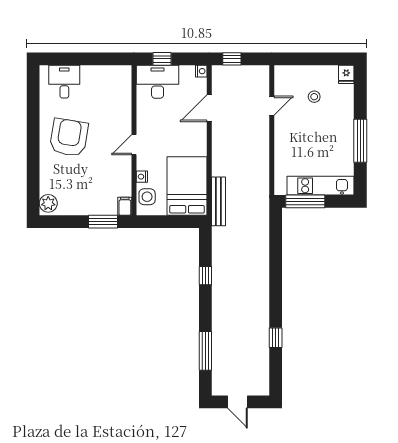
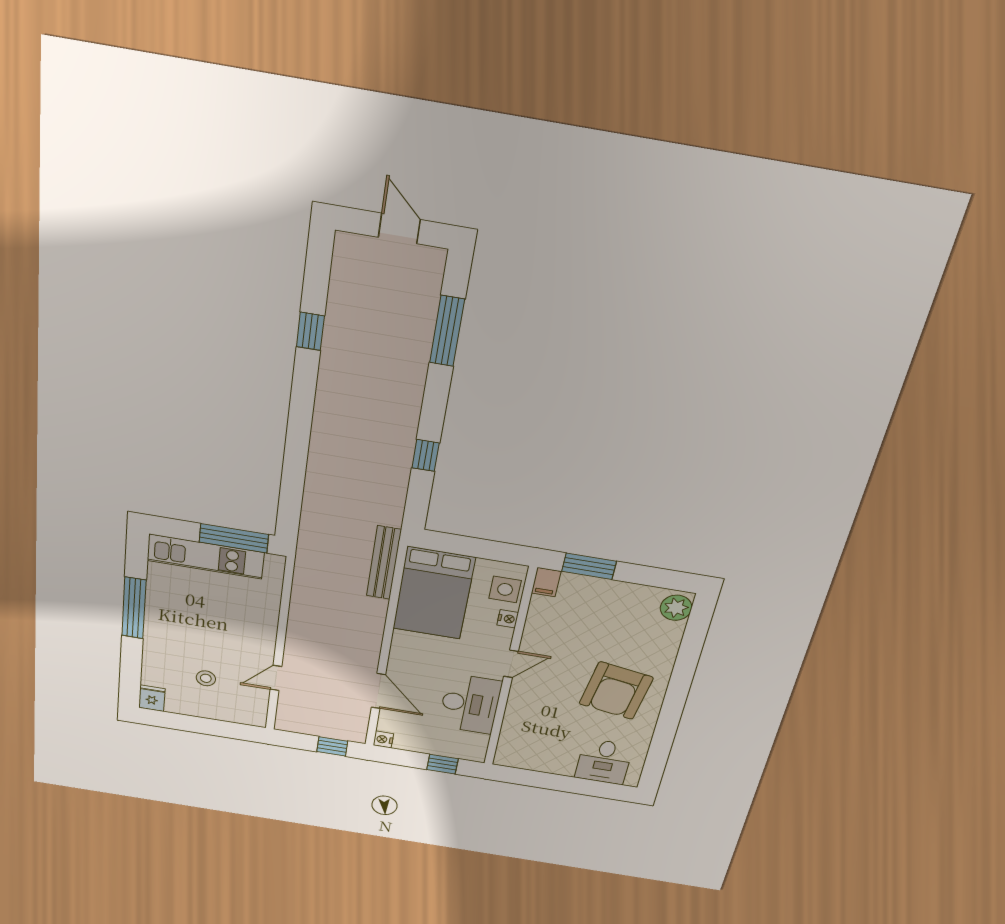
desk: (158, 82) -> (470, 704), moved, turned -90
door: (209, 108) -> (378, 691), hinge flipped

